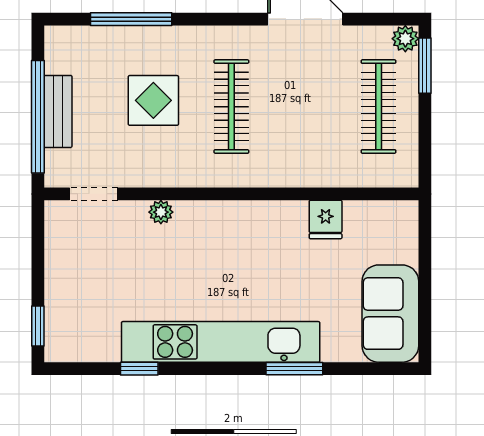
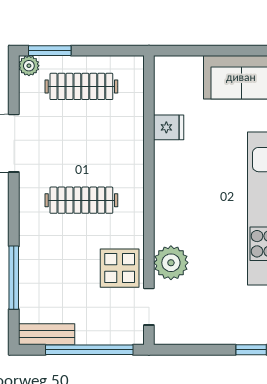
display table: (153, 100) -> (120, 268), moved
bench: (58, 111) -> (47, 334), moved
plant: (161, 212) -> (171, 263), width x1.88, depth x1.88

